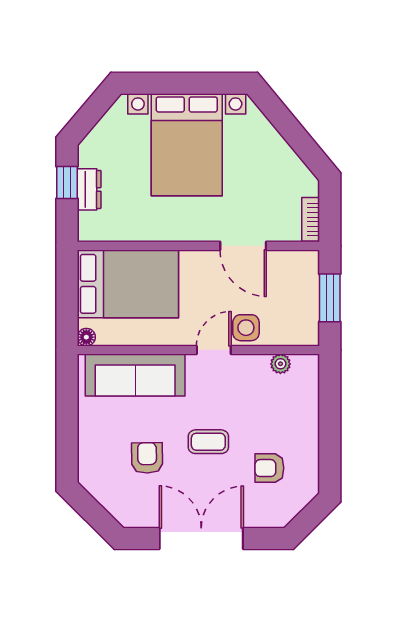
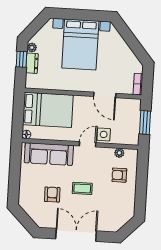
plant: (87, 157) -> (32, 47), added
armchair: (269, 468) -> (119, 175), moved

